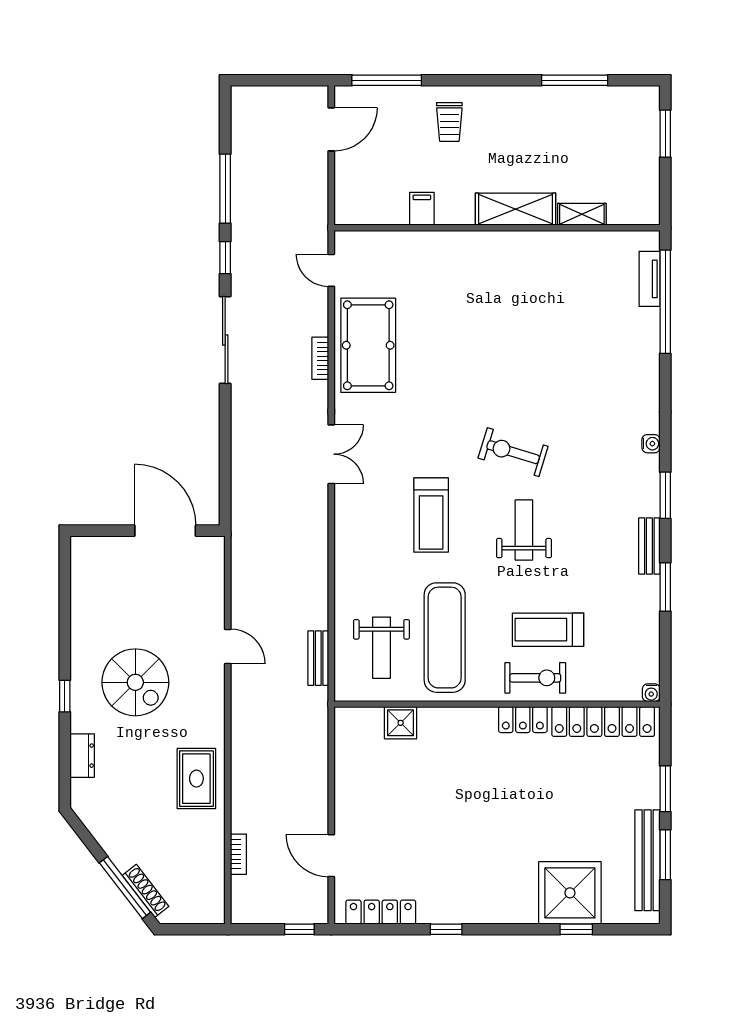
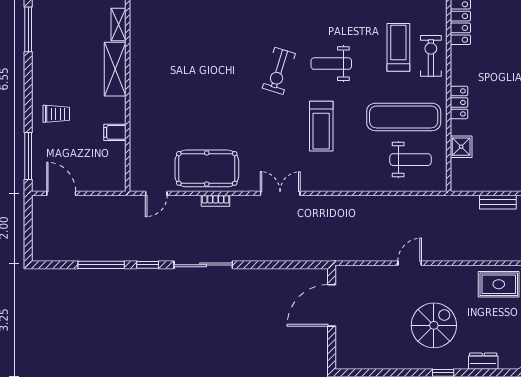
treadmill: (431, 515) -> (321, 126), turned 90
treadmill: (548, 630) -> (398, 47), turned 180
bench: (318, 658) -> (498, 202), moved
locker: (523, 720) -> (459, 102), moved

